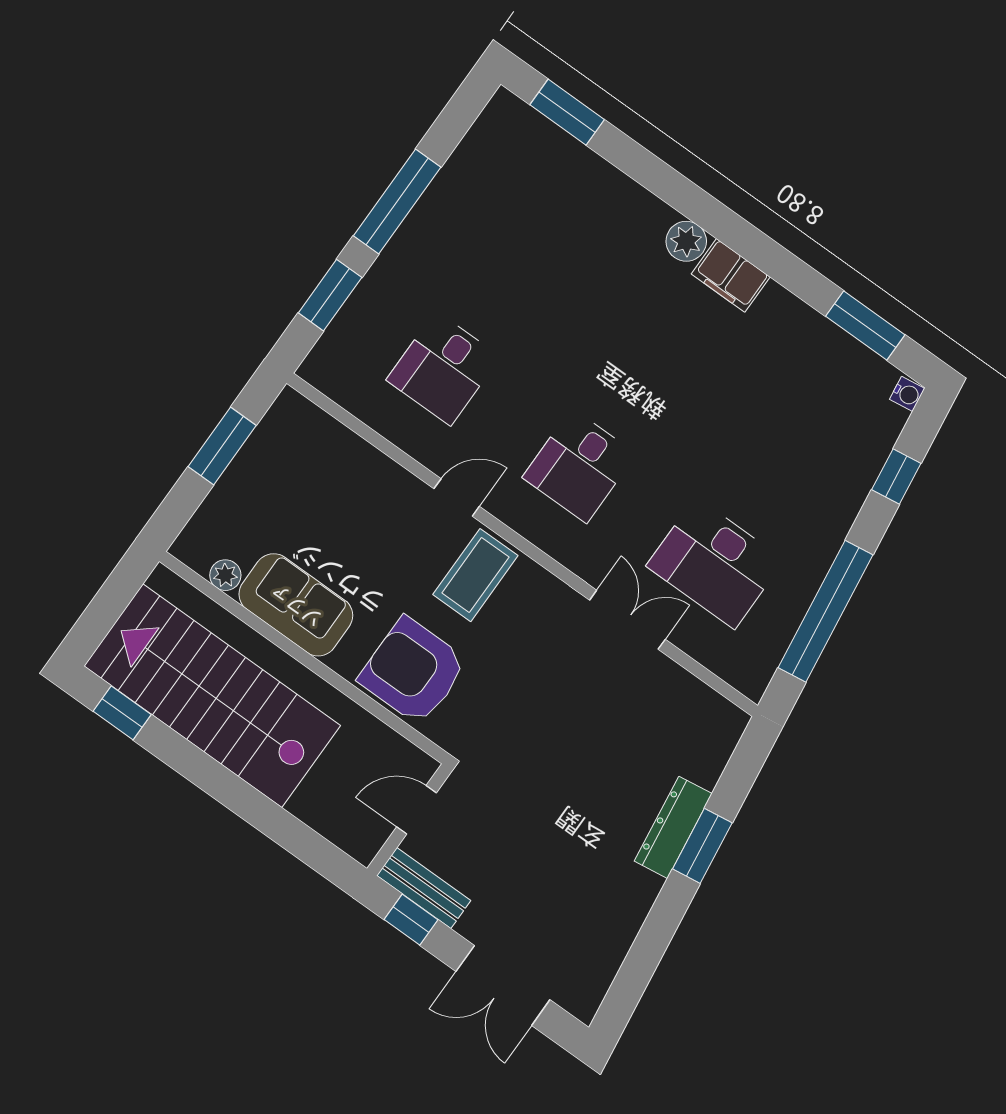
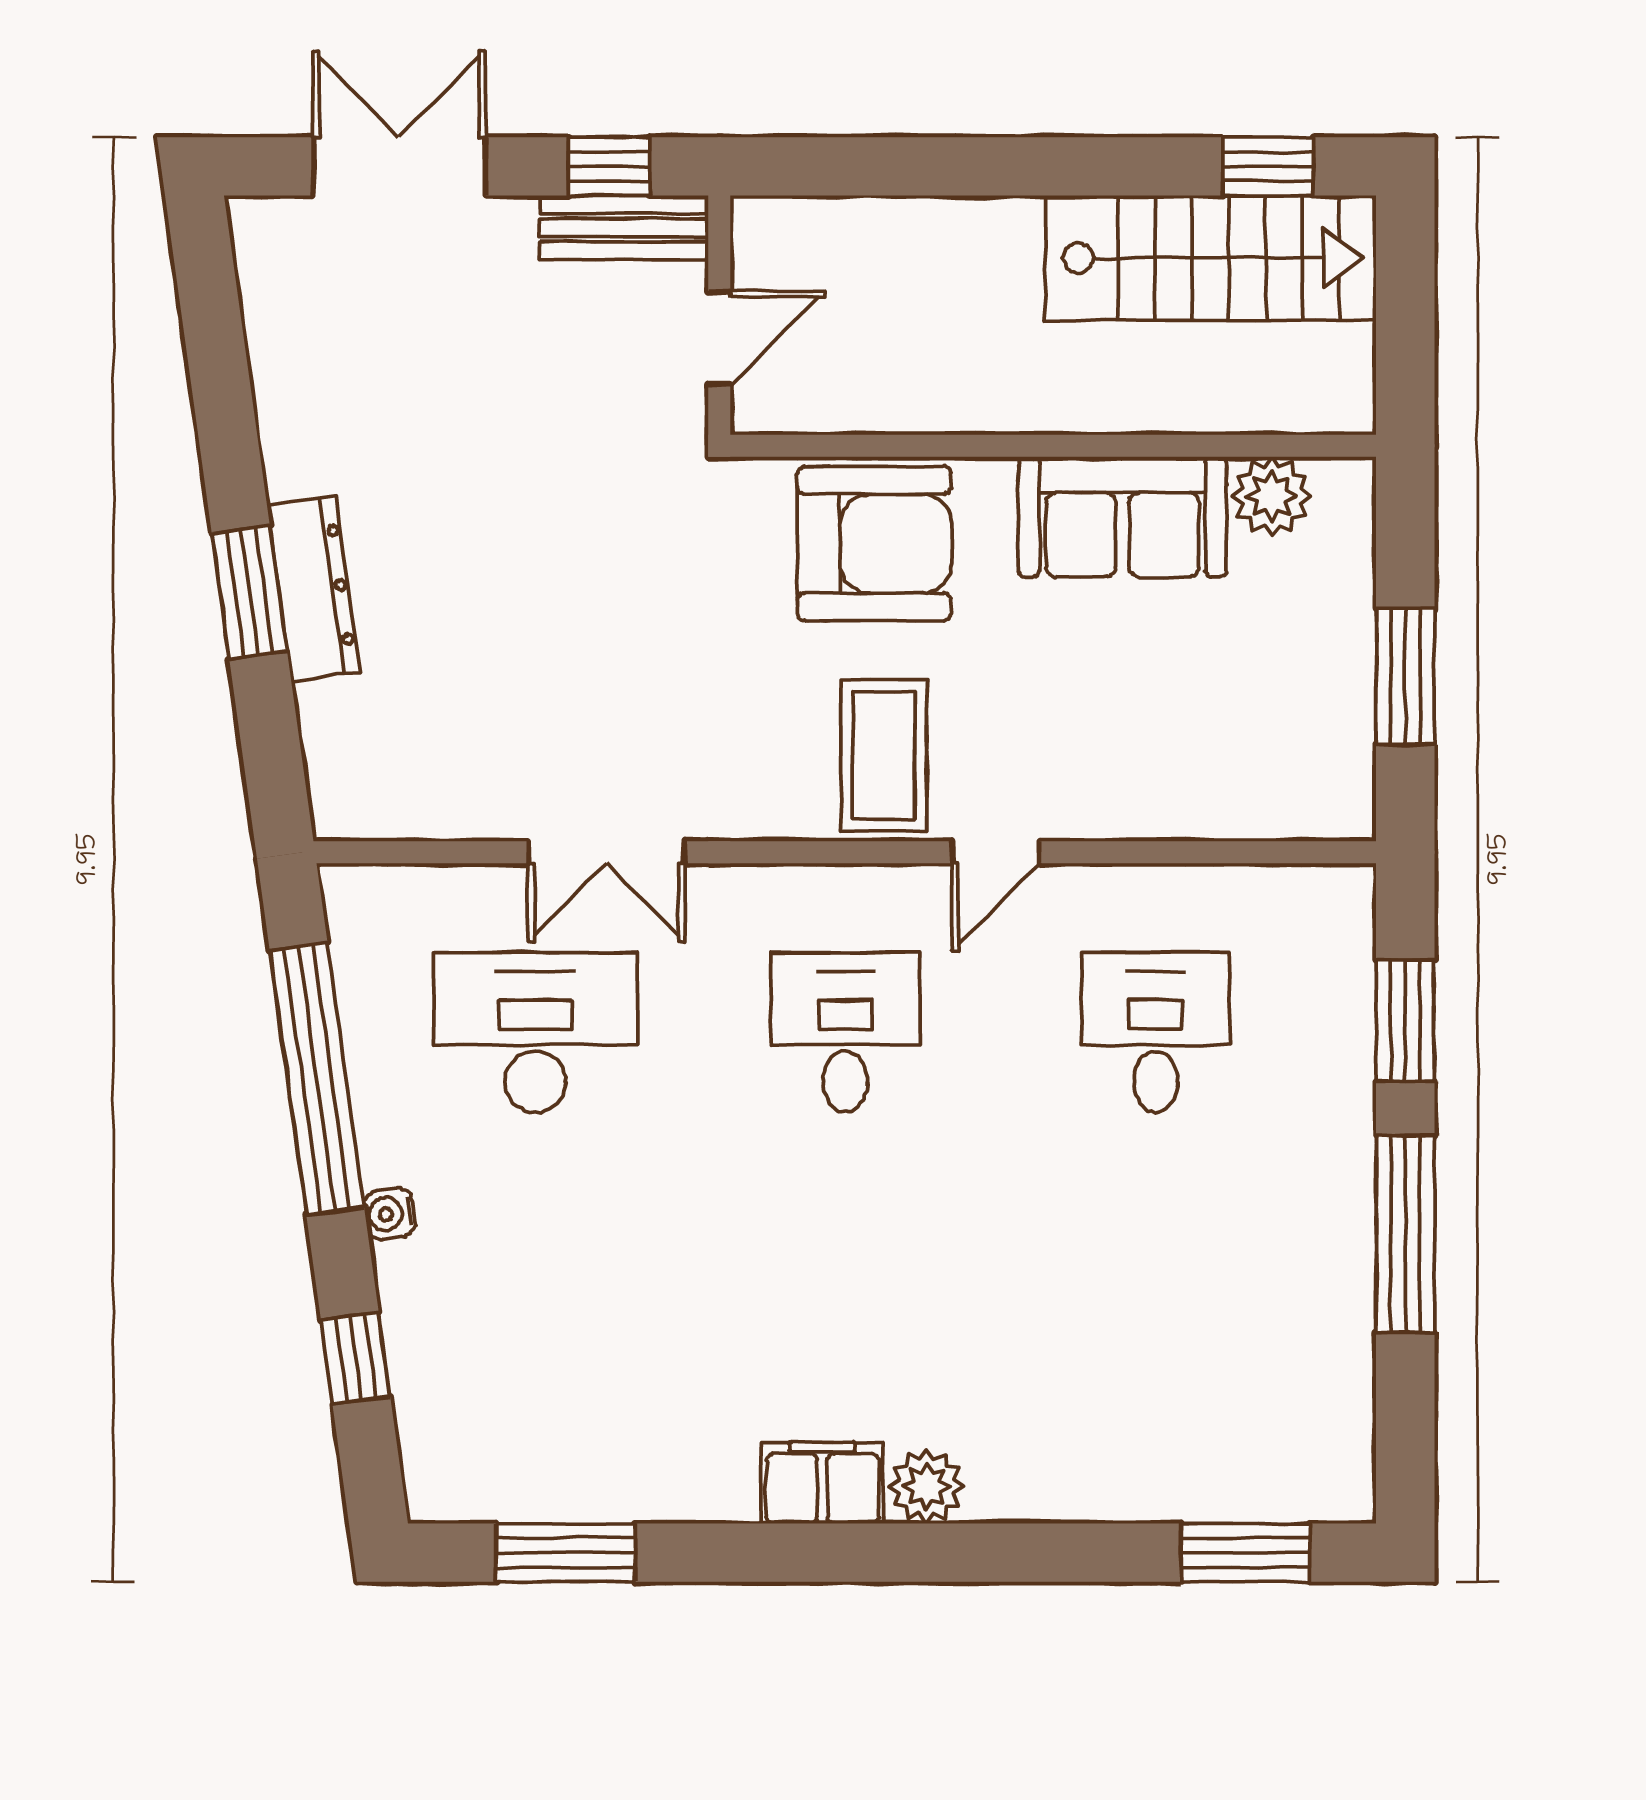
water cooler: (907, 394) -> (390, 1214), moved
plant: (225, 575) -> (1272, 496), width x1.38, depth x1.38
stairs: (212, 696) -> (1211, 258), width x0.73, depth x0.66

